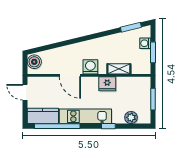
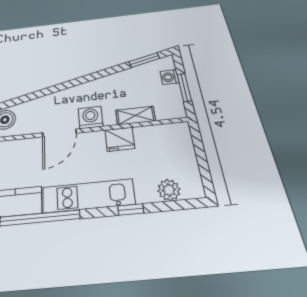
door: (70, 75) -> (59, 133), hinge flipped
window: (153, 99) -> (201, 155), removed

